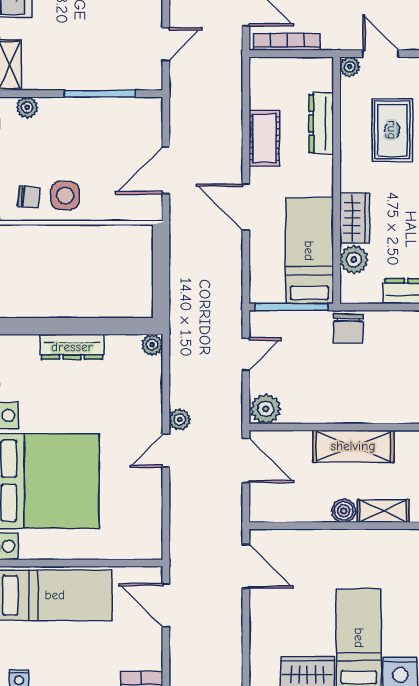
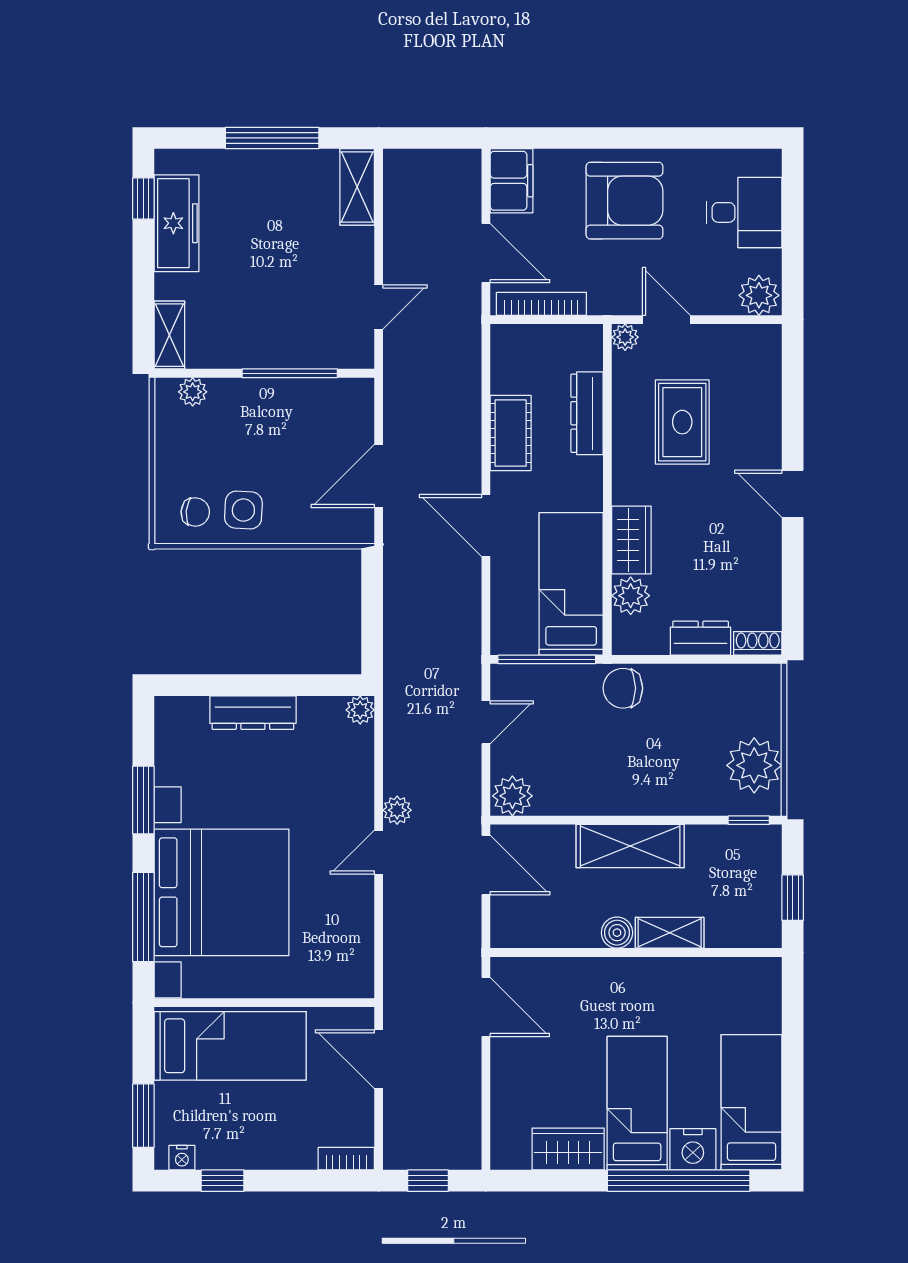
chair: (348, 329) -> (623, 688), turned 89

